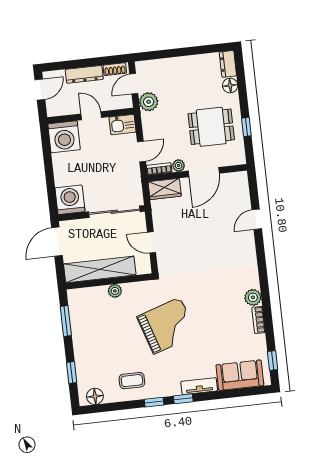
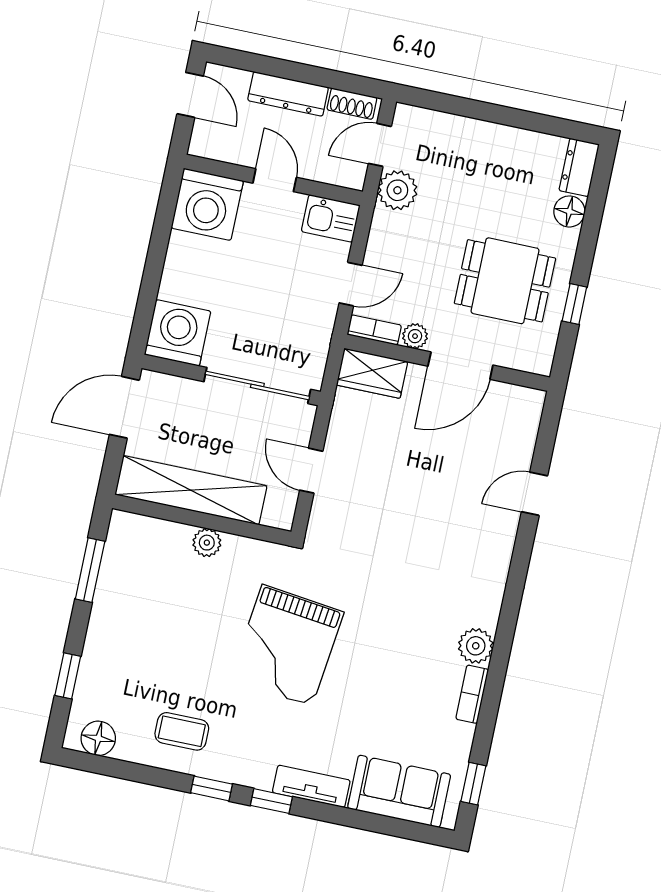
door: (40, 90) -> (190, 95), hinge flipped
grand piano: (167, 326) -> (287, 645), turned 115

